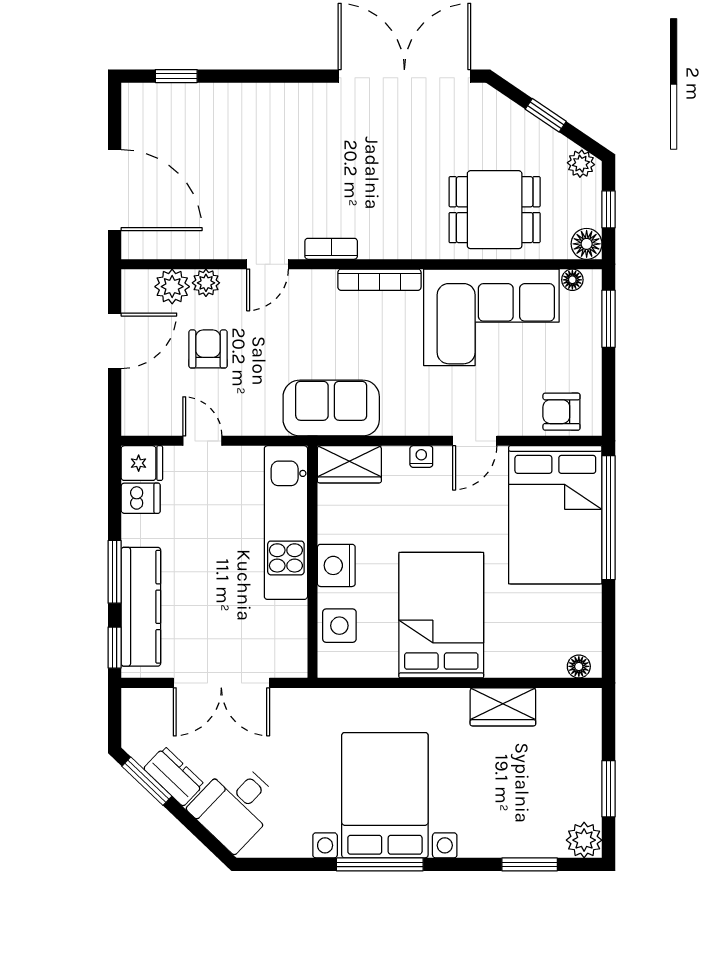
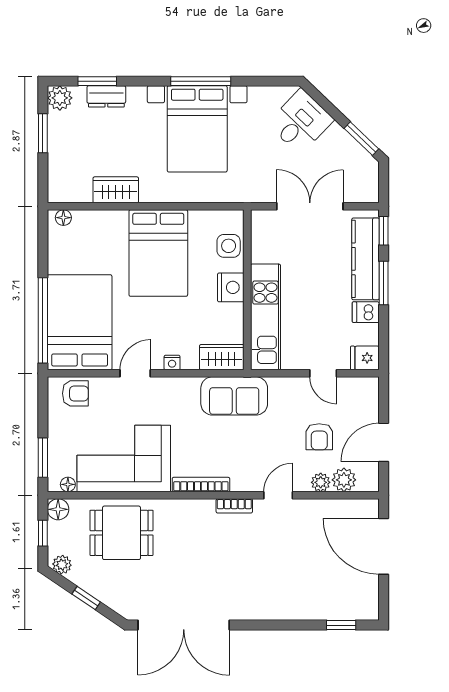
dishwasher: (141, 498) -> (366, 312), moved
dresser: (174, 776) -> (106, 96), moved, turned -44

